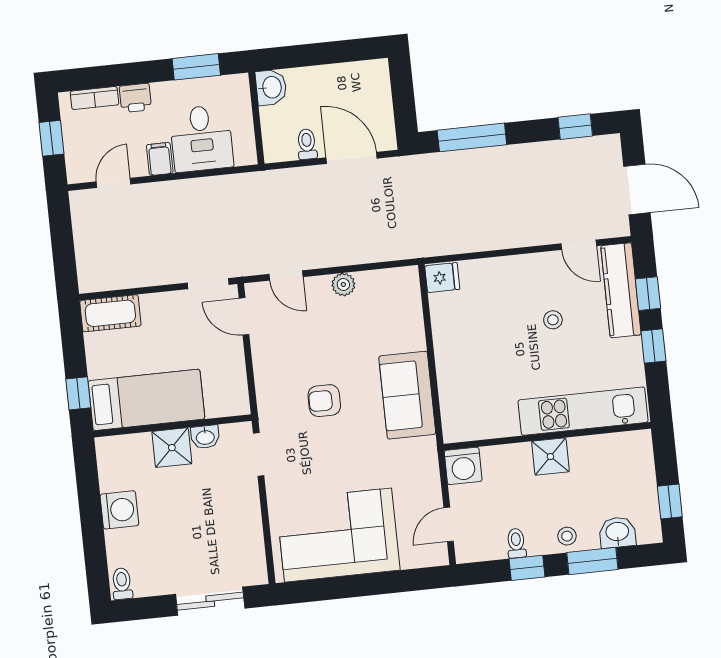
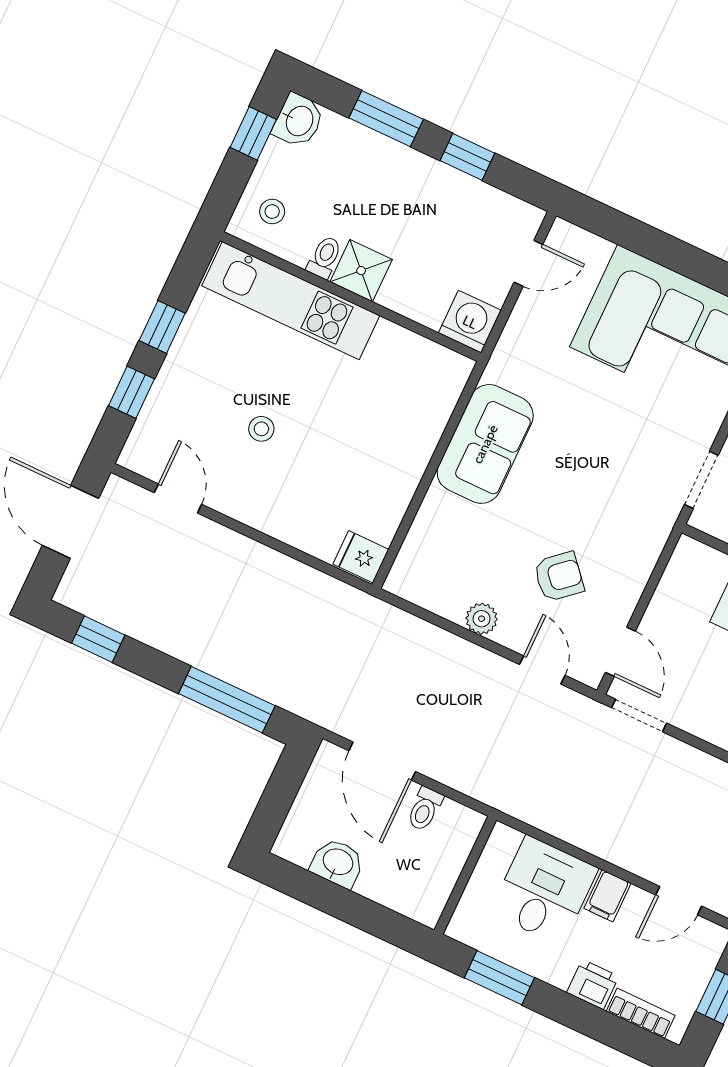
washbasin: (271, 87) -> (338, 863), moved, turned 90
kitchen counter: (621, 290) -> (161, 415), removed
armchair: (324, 401) -> (559, 577), moved, turned -41
washbasin: (617, 532) -> (298, 121), moved, turned -90
stool: (567, 536) -> (272, 212), moved
toilet: (516, 543) -> (324, 257), moved, turned 180

